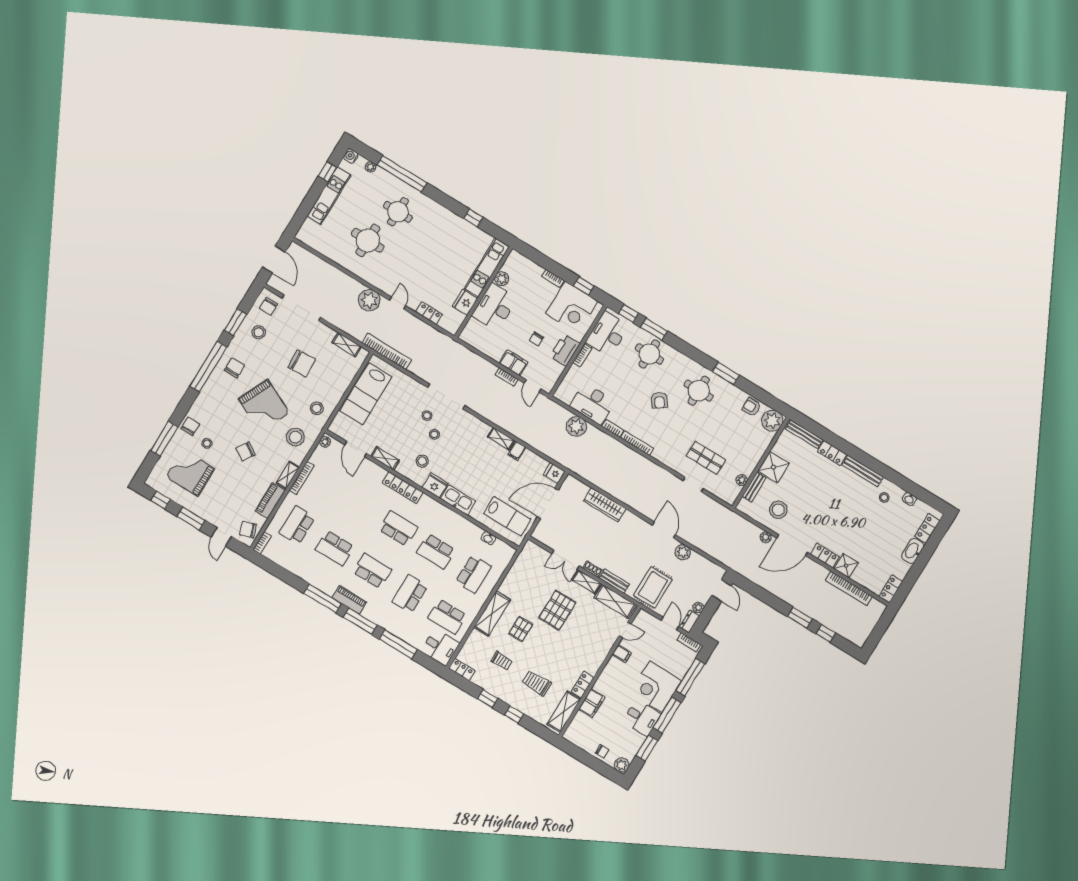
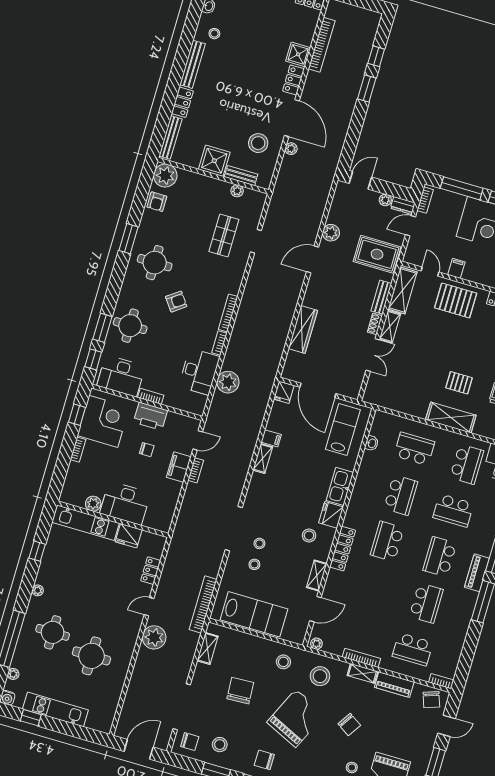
plant: (439, 209) -> (38, 590), added
stool: (434, 434) -> (254, 564), moved
pallet: (557, 610) -> (456, 300), moved

